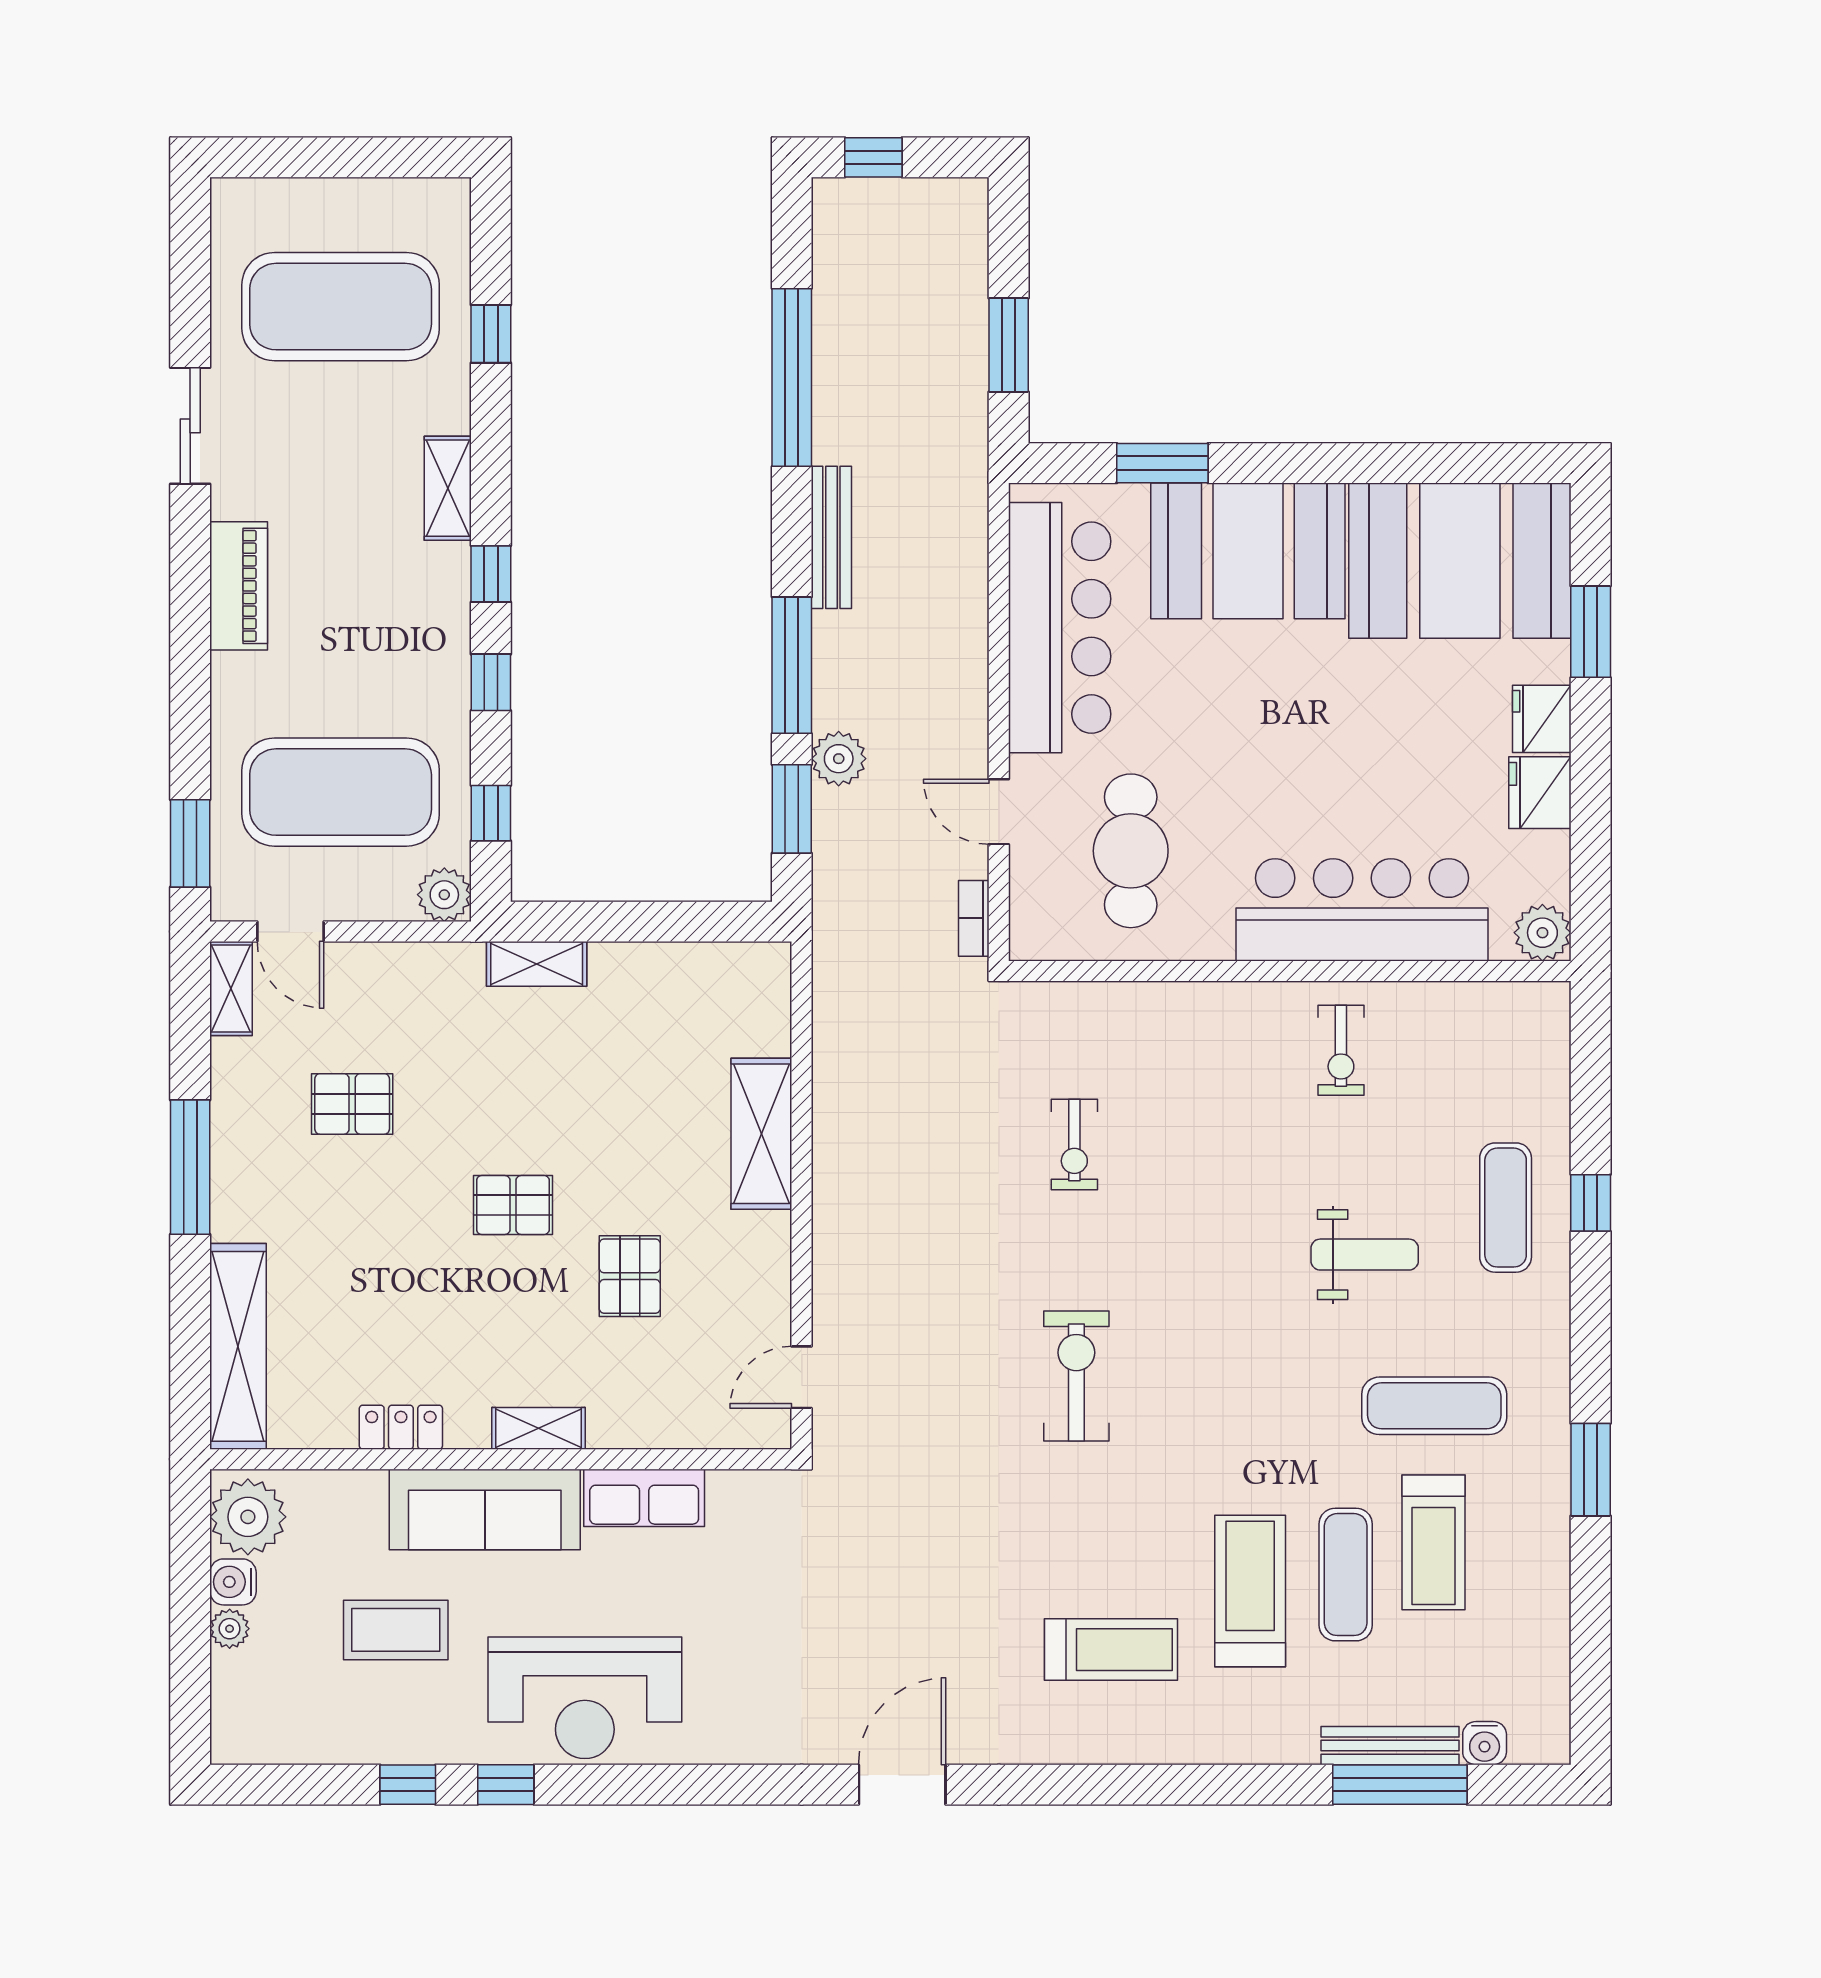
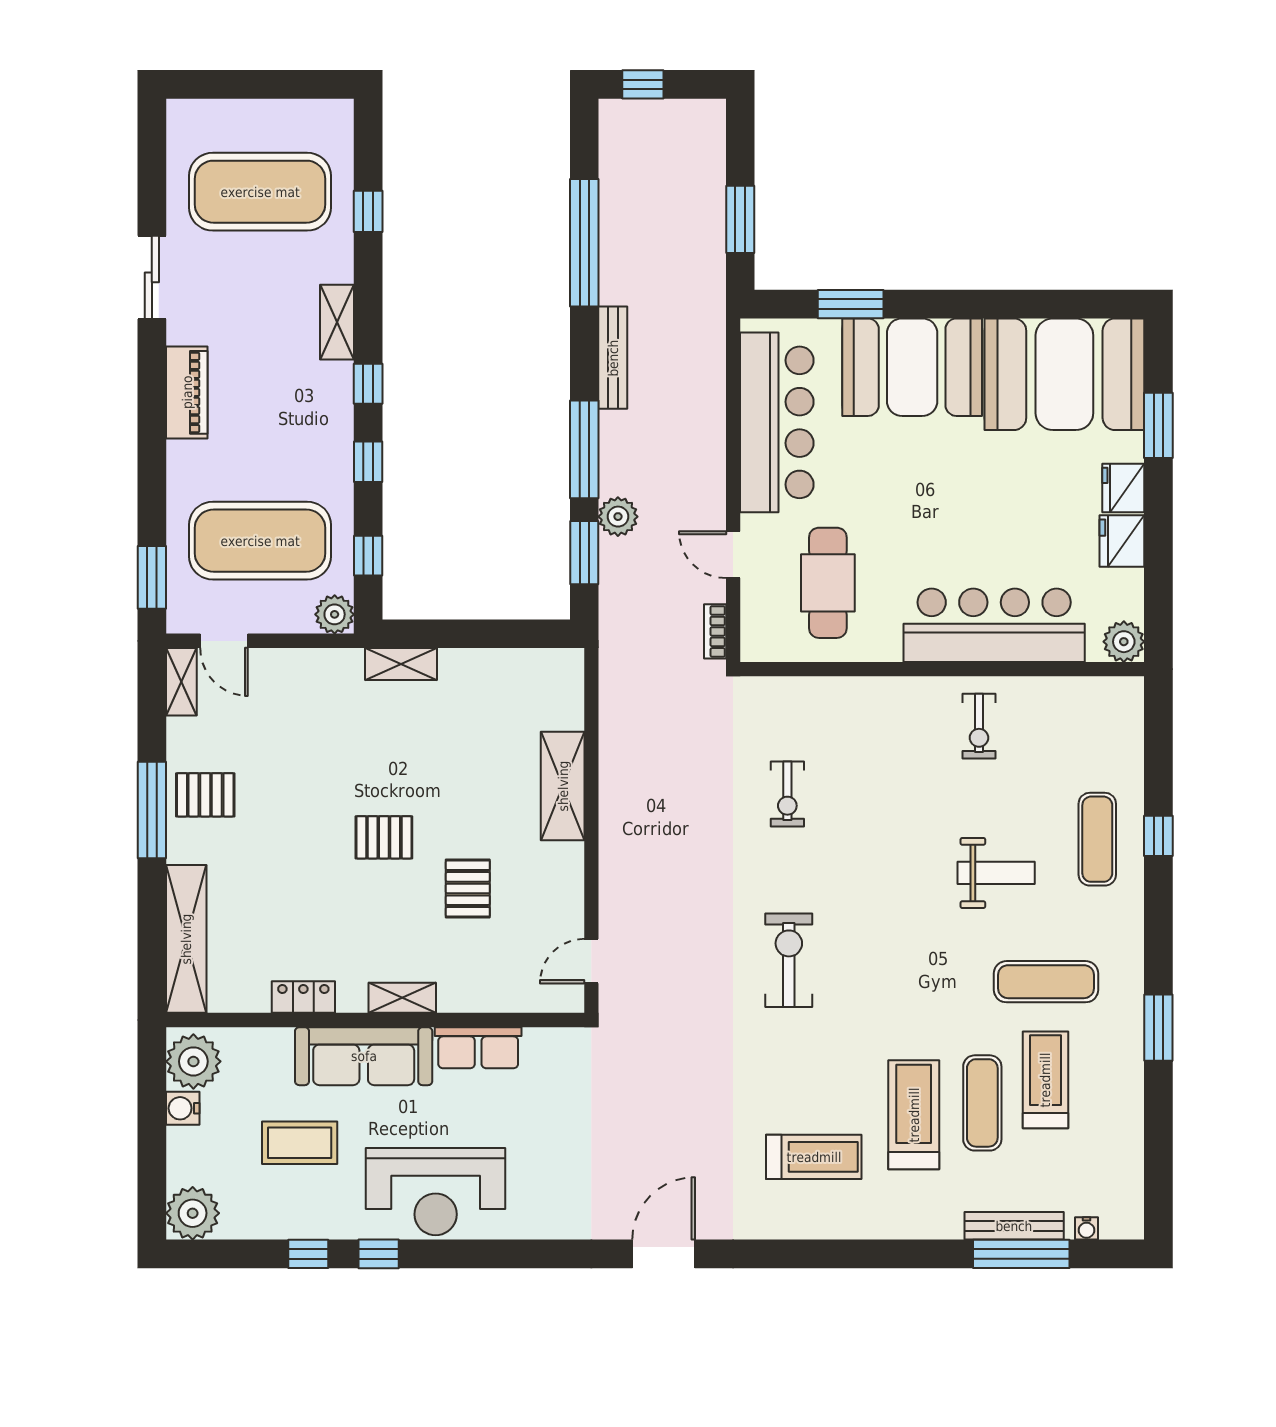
pallet: (352, 1104) -> (205, 795), moved
treadmill: (1433, 1542) -> (1045, 1080), turned 180
plant: (230, 1629) -> (193, 1213), moved, width x1.88, depth x1.88
water cooler: (1485, 1743) -> (1086, 1228), width x0.72, depth x0.72

